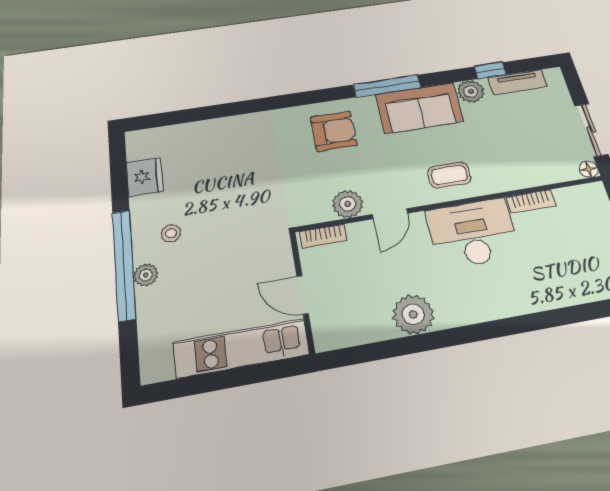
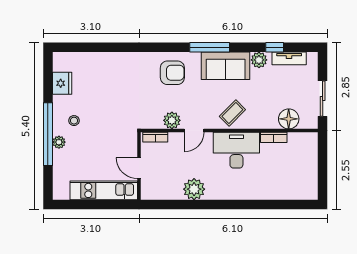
floor lamp: (589, 169) -> (289, 119), moved, width x1.89, depth x1.89
coffee table: (449, 175) -> (232, 113), turned -45

